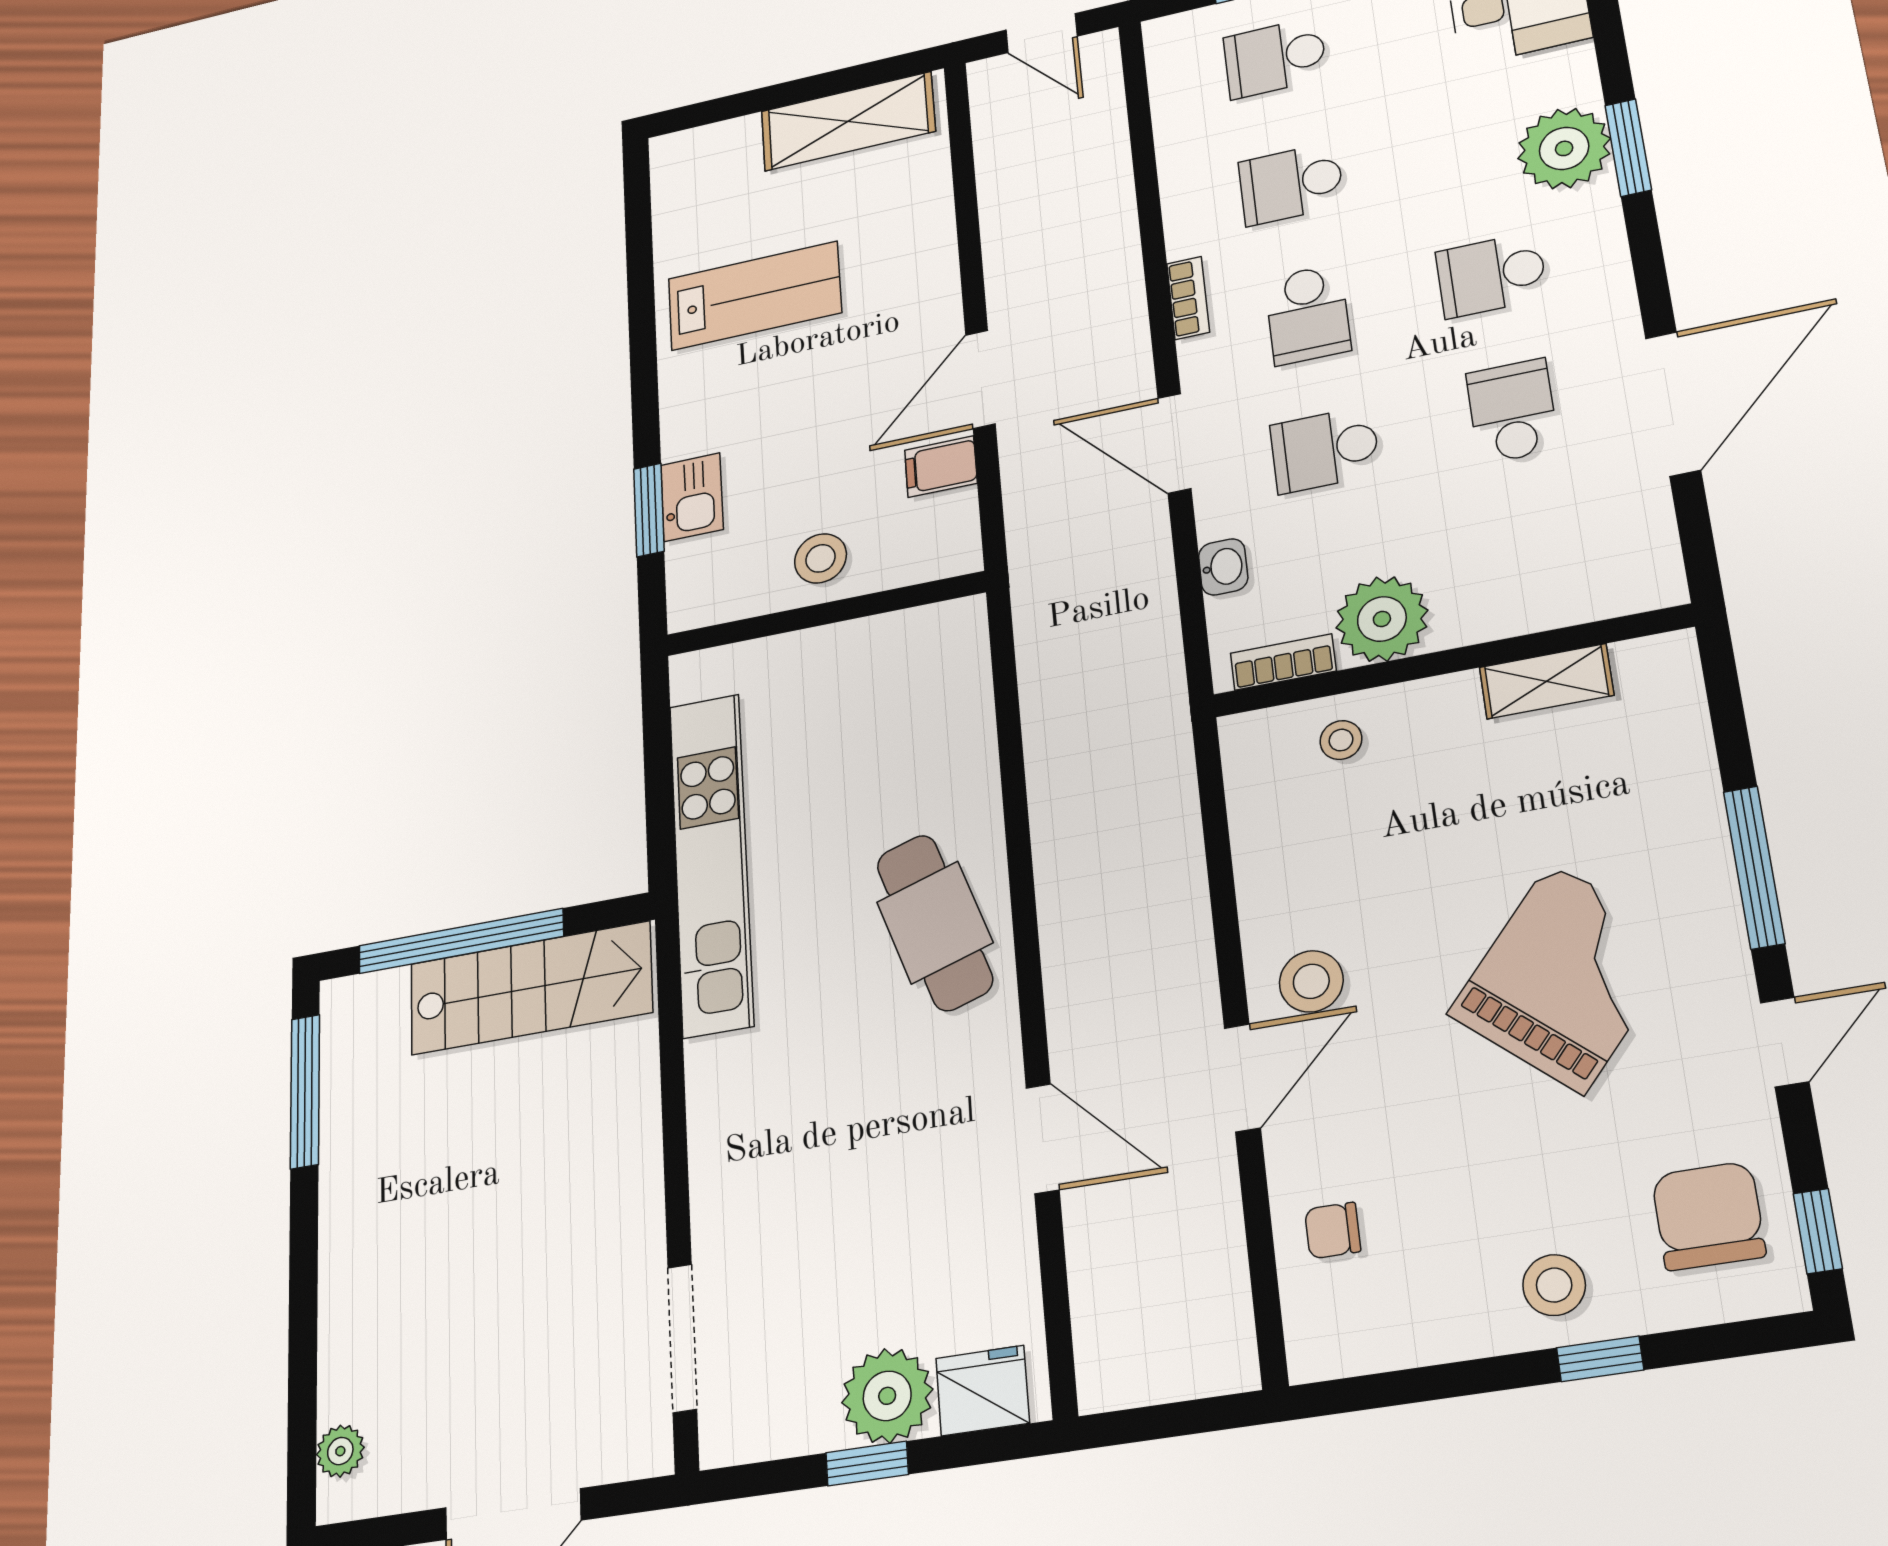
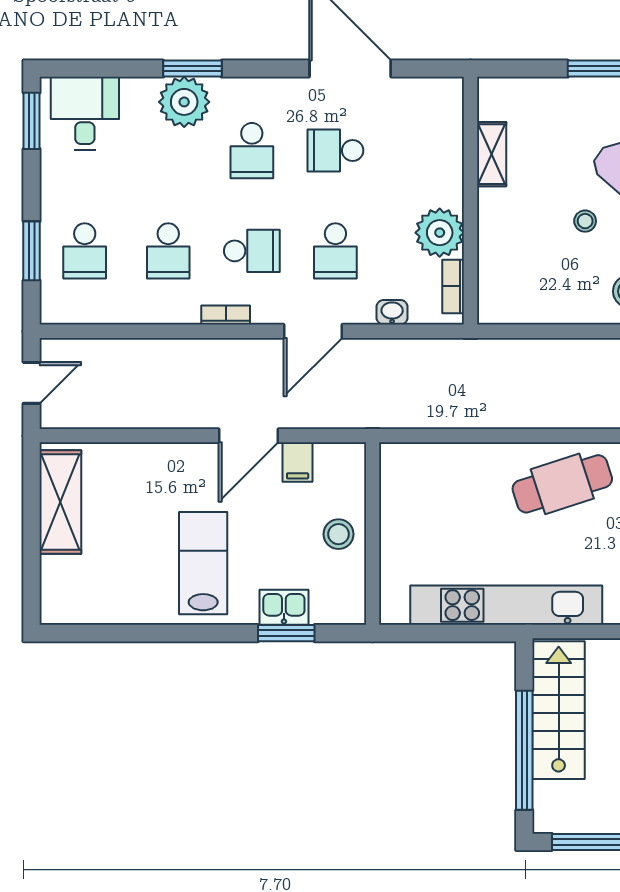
lab bench: (754, 296) -> (203, 563), moved
door: (980, 379) -> (249, 436), hinge flipped
stool: (1341, 740) -> (585, 221), moved

